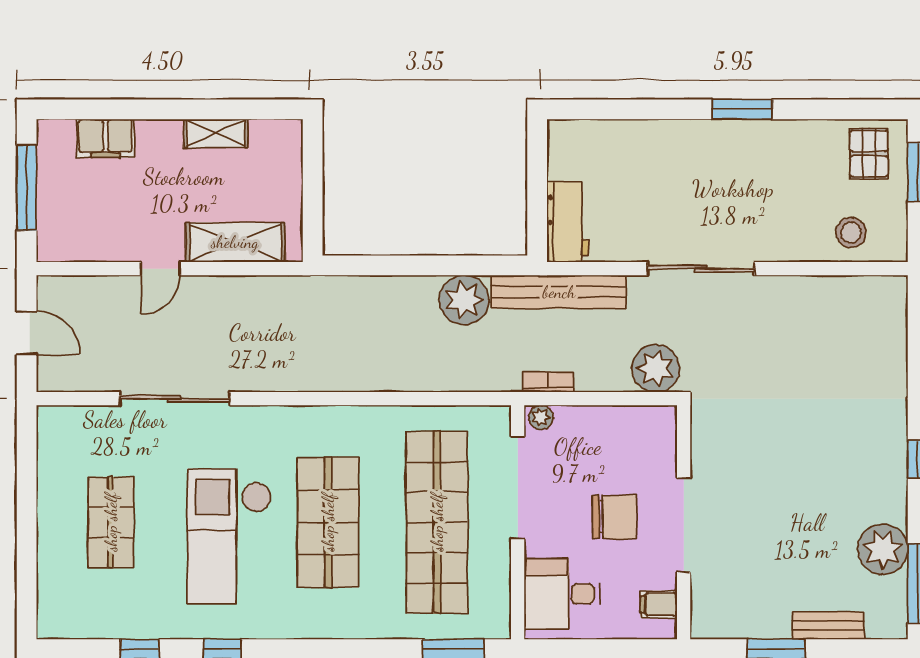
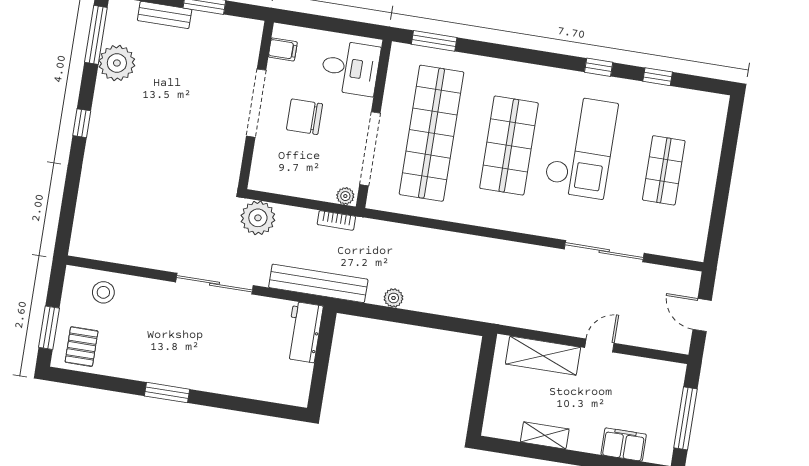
plant: (464, 300) -> (394, 298), width x0.53, depth x0.53

